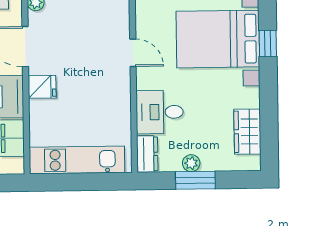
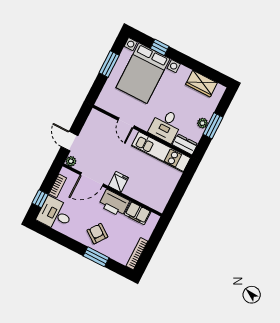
door: (133, 53) -> (126, 123), swing flipped
kitchen unit: (77, 160) -> (161, 152), moved, turned -90

